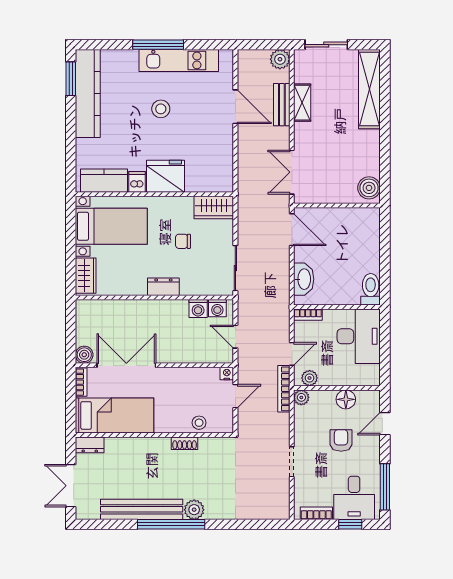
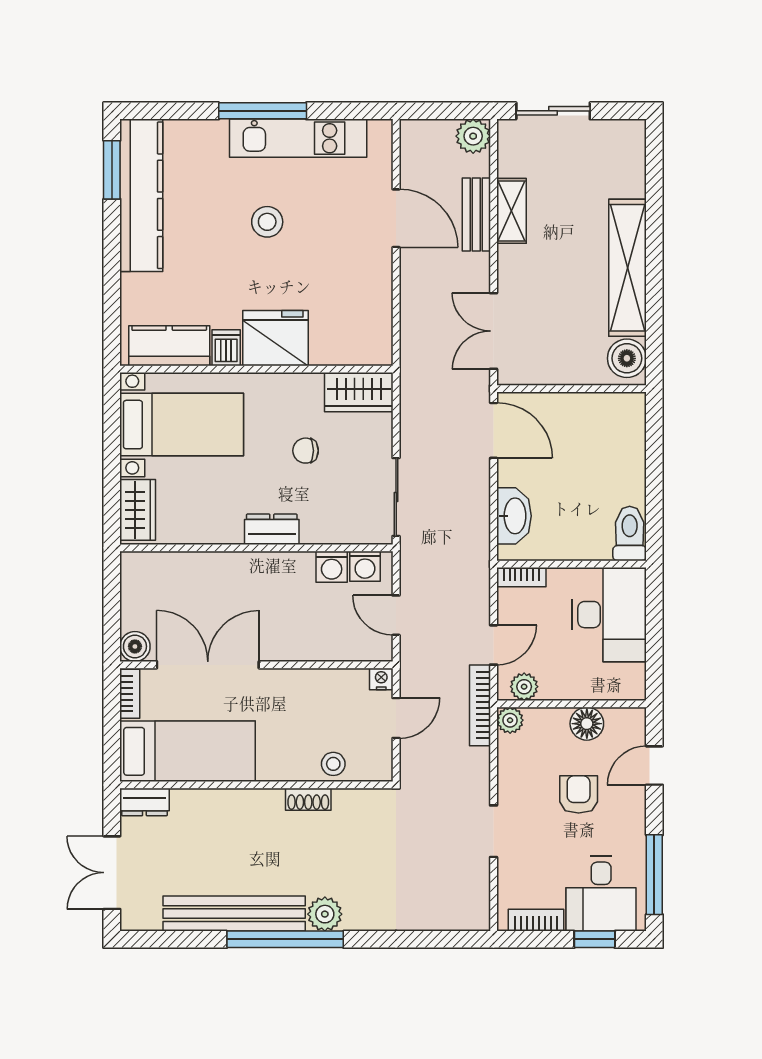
shelving: (369, 89) -> (628, 268), moved

